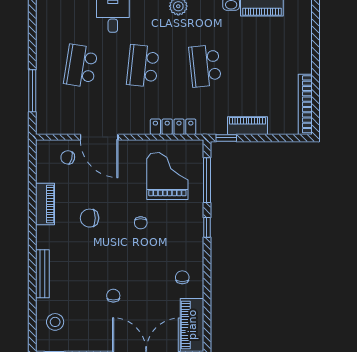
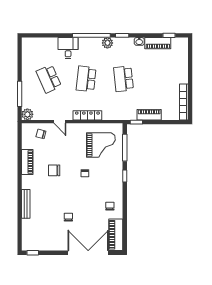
school desk: (81, 66) -> (49, 79), turned -33
plant: (45, 125) -> (27, 114), added
locker: (173, 127) -> (87, 115), moved
door: (99, 137) -> (60, 122), width x0.53
grand piano: (167, 176) -> (101, 145), turned 90
stool: (55, 322) -> (33, 233), removed

